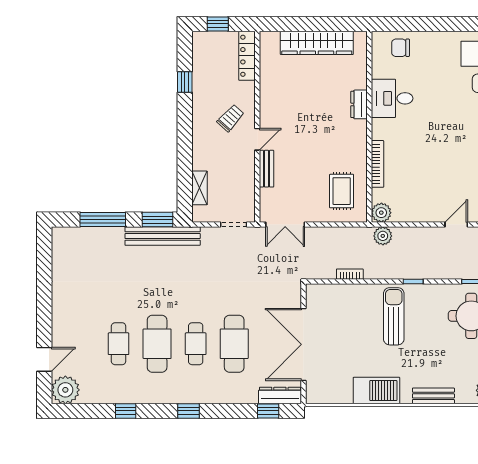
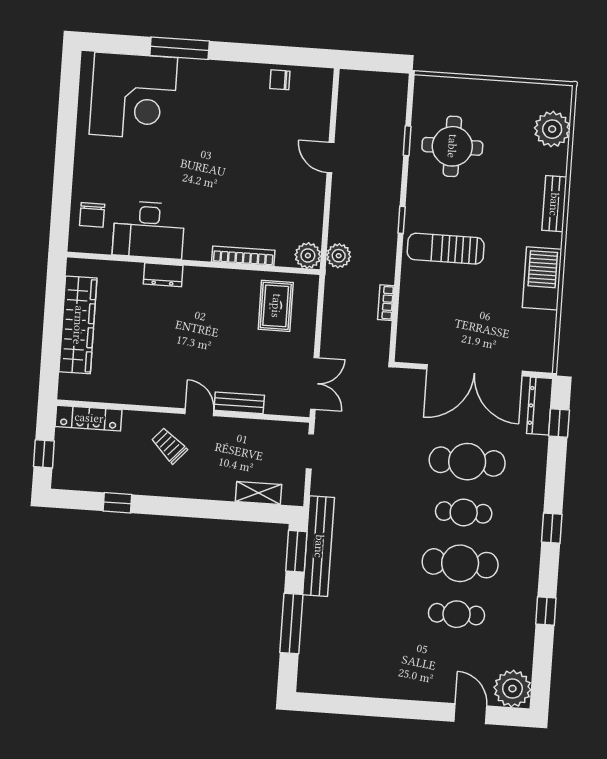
desk: (392, 98) -> (149, 230), width x1.37
rug: (342, 191) -> (276, 306), turned 90

